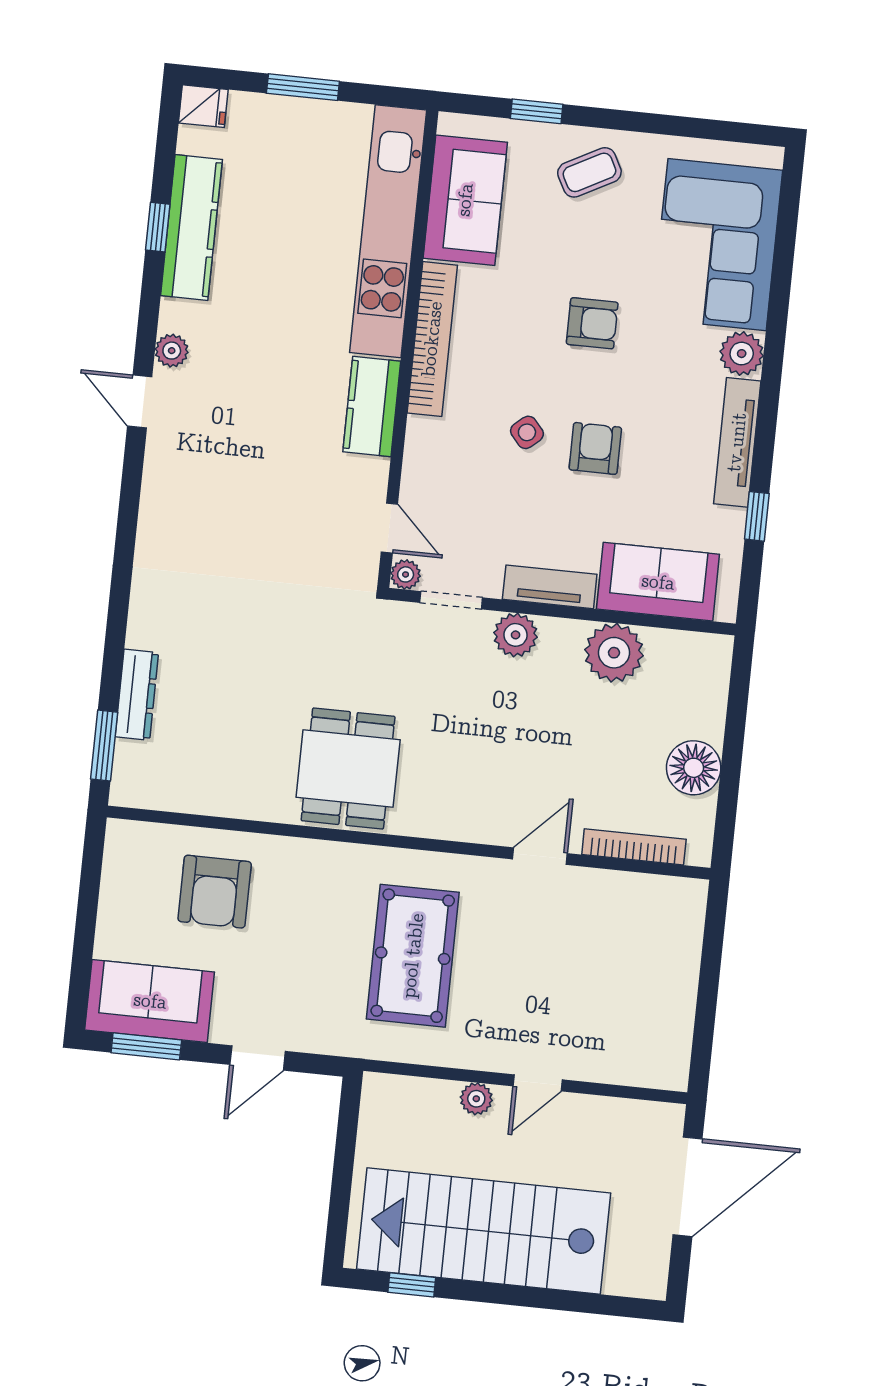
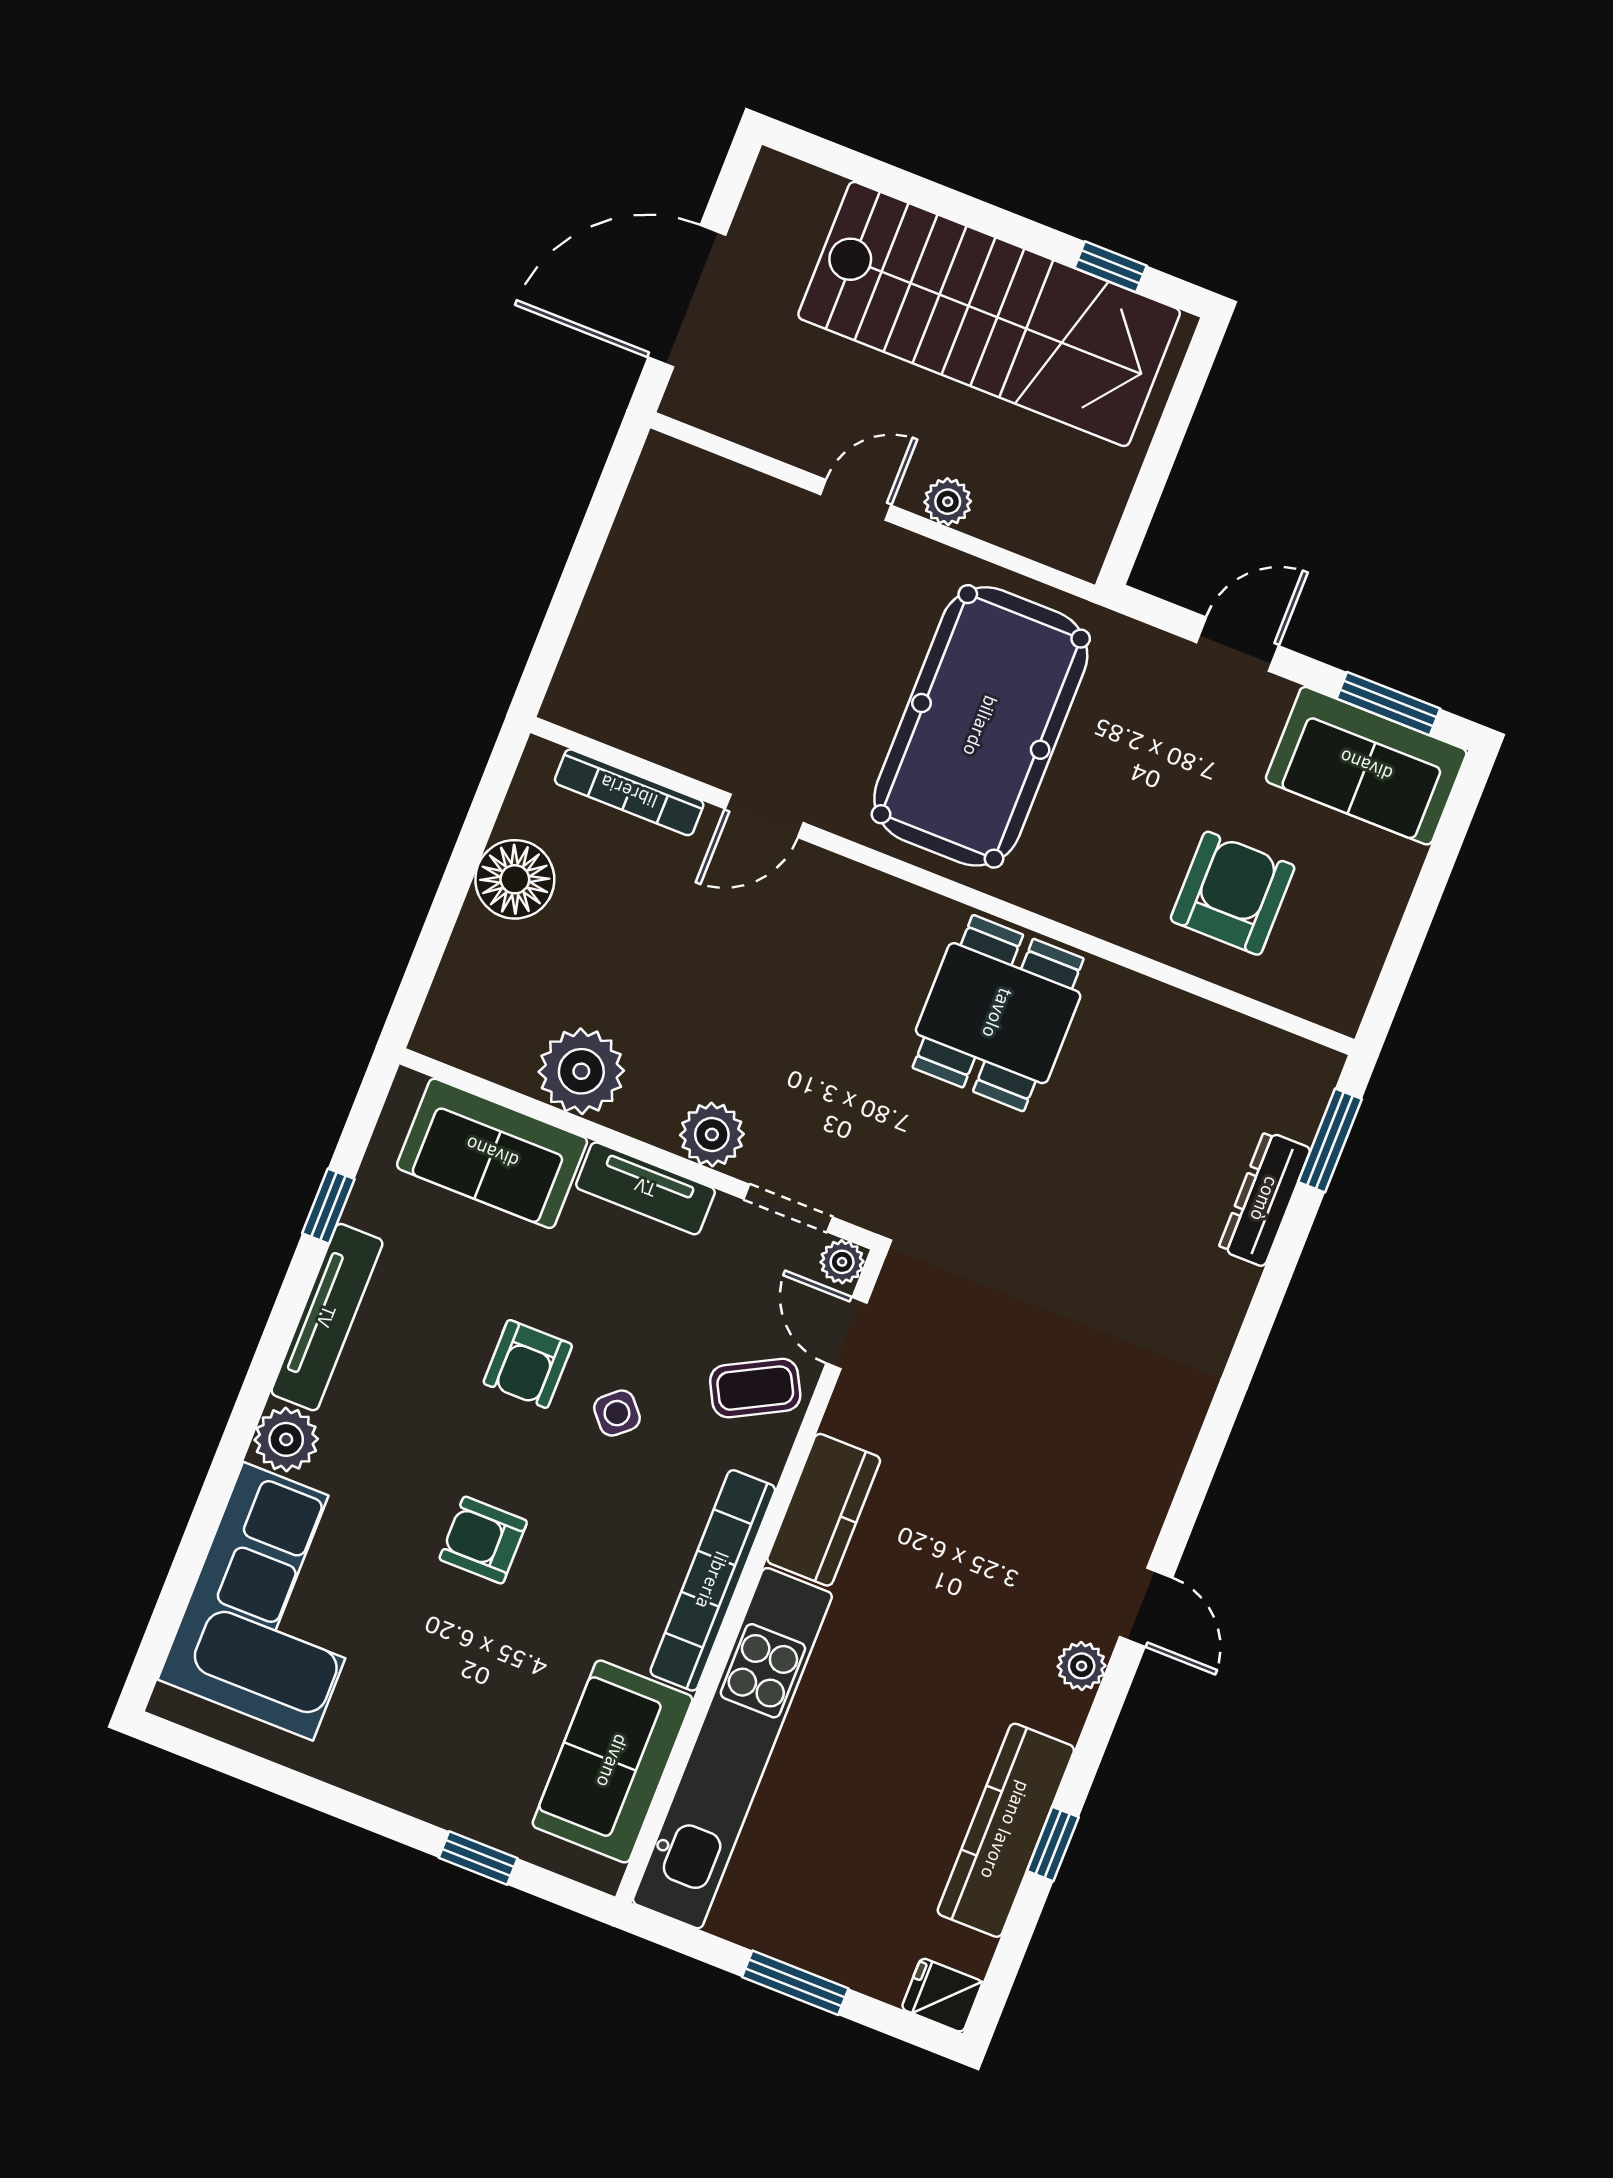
coffee table: (589, 172) -> (755, 1388), moved
pool table: (413, 956) -> (981, 726), width x1.36, depth x1.32

